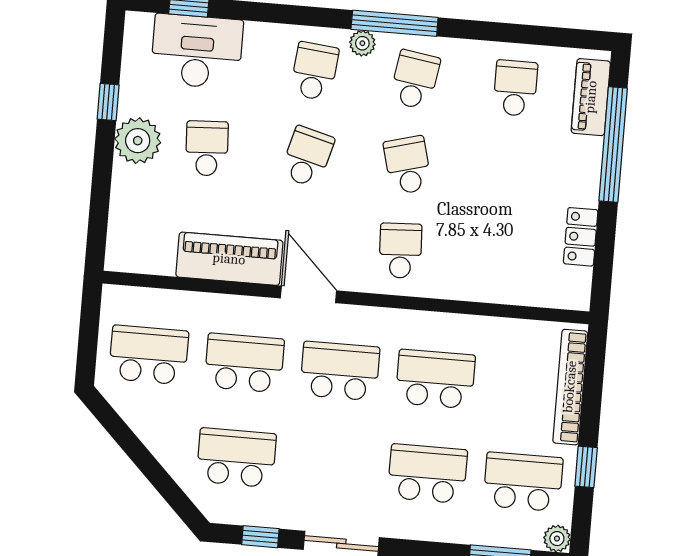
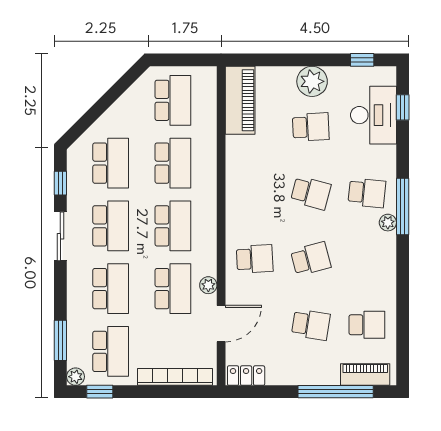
window: (395, 23) -> (403, 206), moved
school desk: (415, 80) -> (311, 325), moved
window: (108, 102) -> (362, 60), moved
locker: (581, 237) -> (246, 376), moved
piano: (229, 259) -> (240, 100), moved
door: (308, 294) -> (221, 324), moved
plant: (435, 325) -> (208, 285), added
school desk: (332, 466) -> (111, 226), added
window: (586, 467) -> (100, 392), moved

